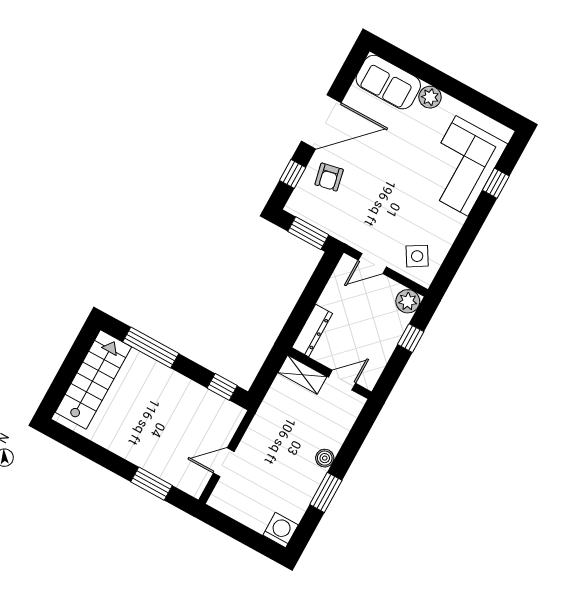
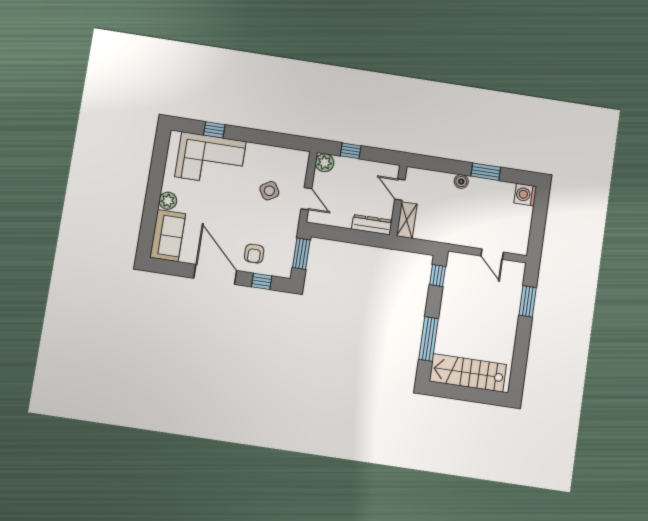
armchair: (329, 177) -> (254, 254), turned 102
side table: (417, 256) -> (269, 191), moved

